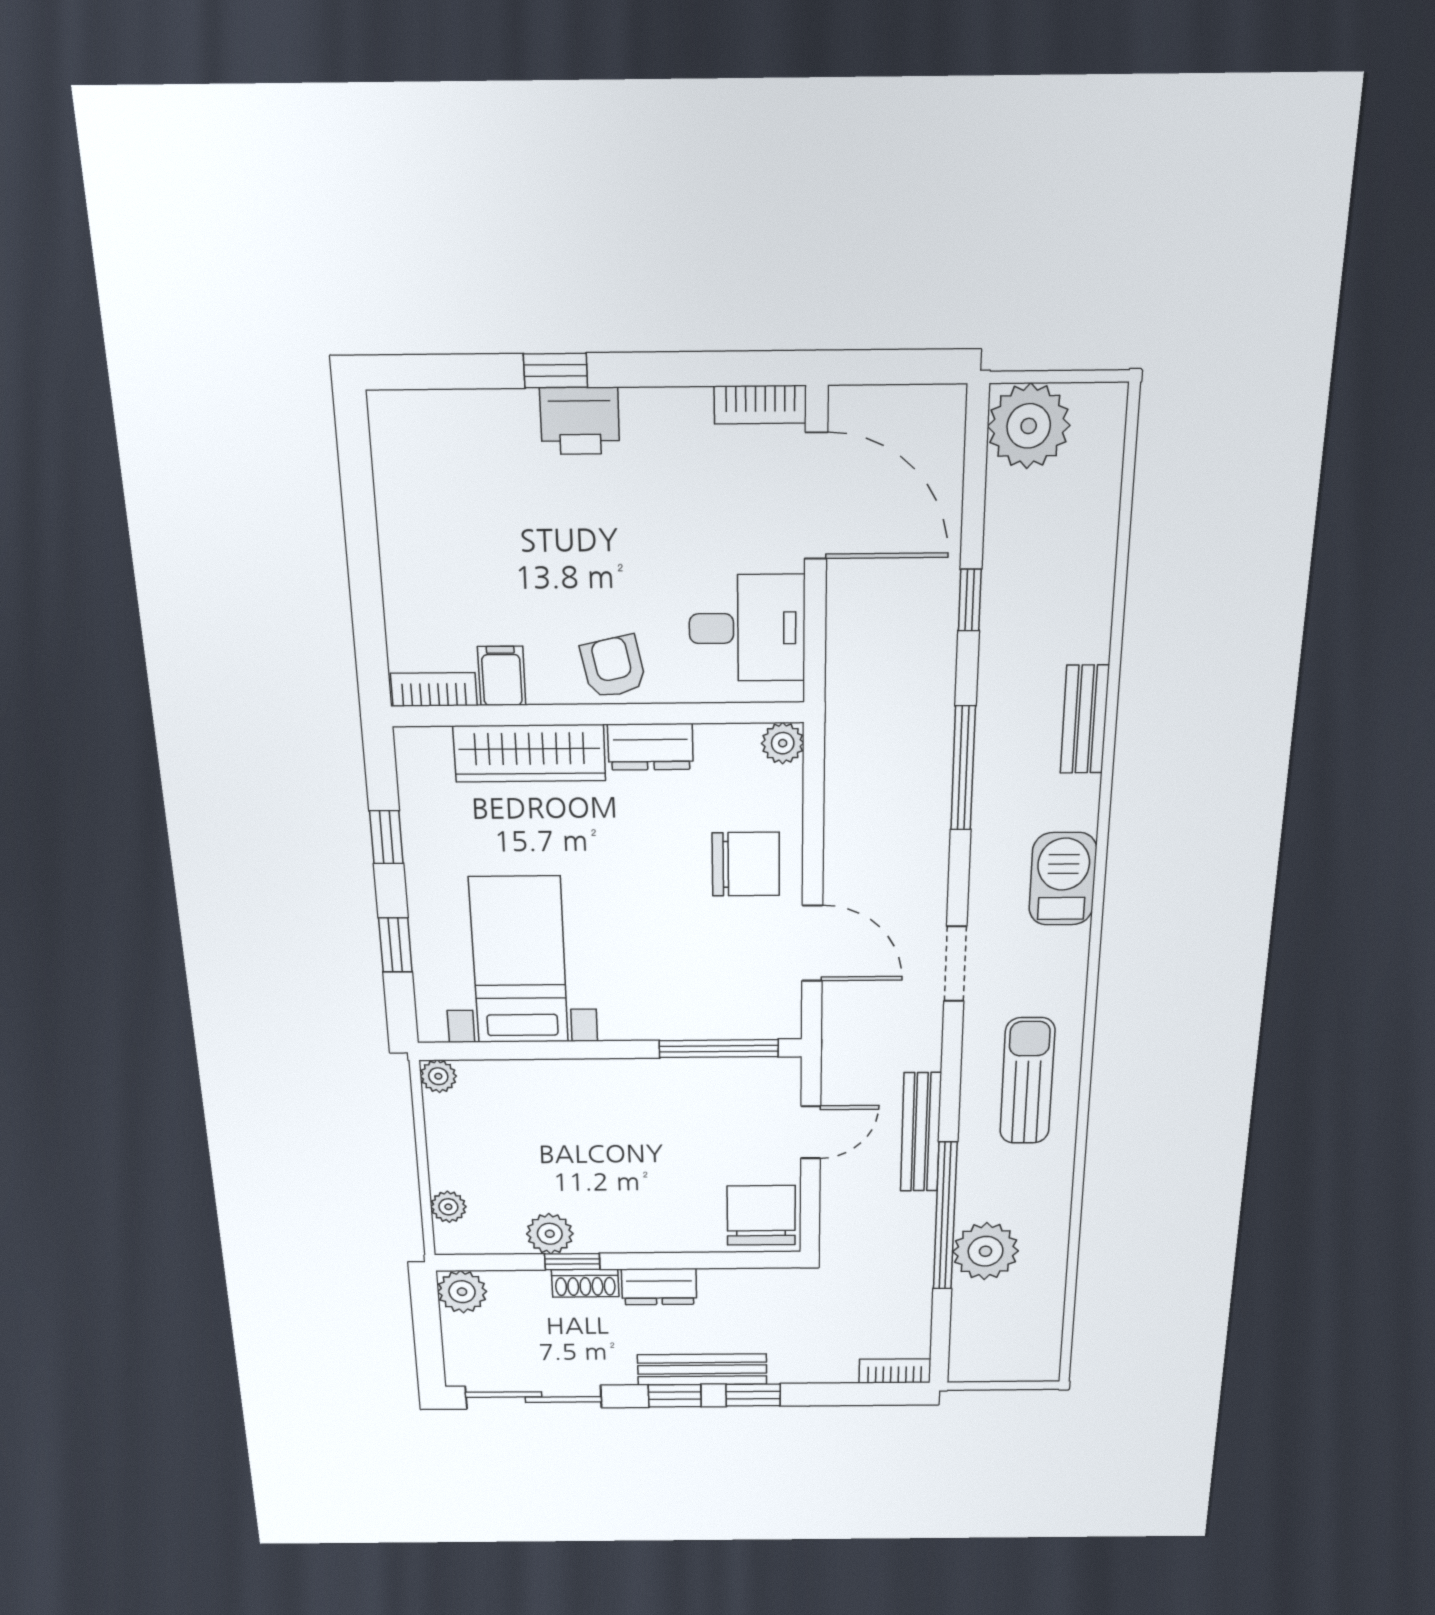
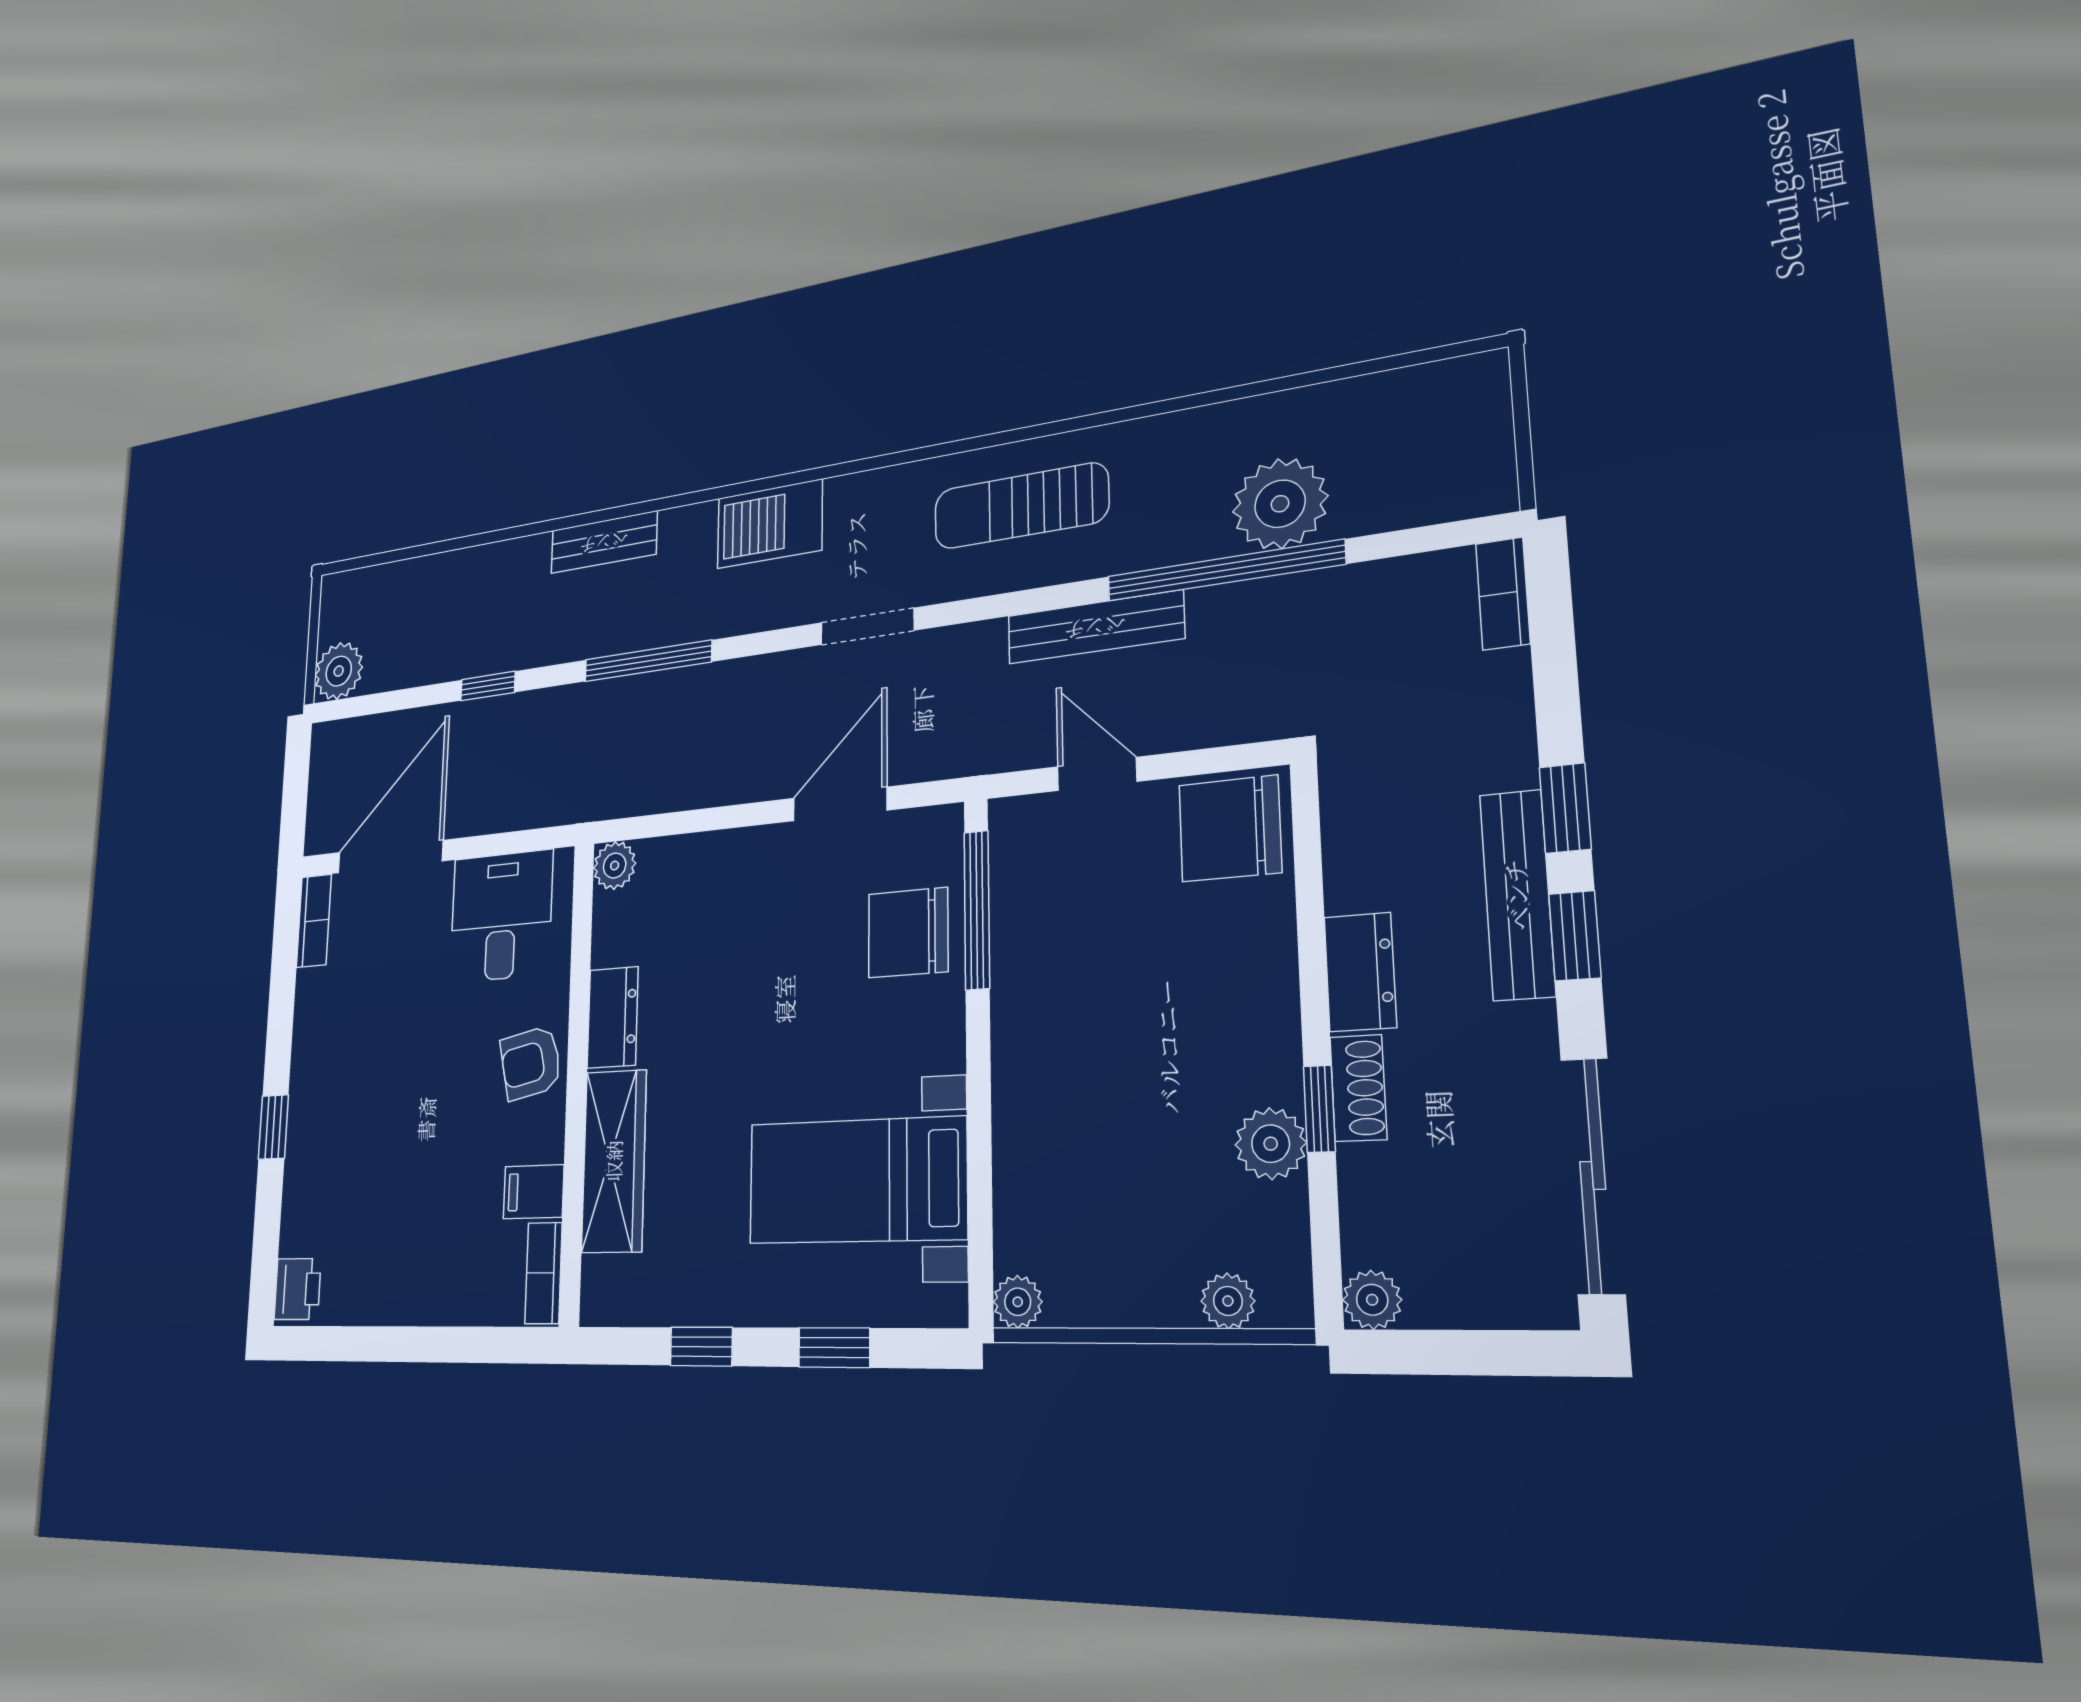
printer: (580, 421) -> (297, 1289), moved, width x0.73, depth x0.81
plant: (1029, 426) -> (339, 671), width x0.73, depth x0.73
chair: (746, 864) -> (908, 933), moved, turned -90
plant: (462, 1292) -> (1372, 1300), width x0.73, depth x0.73

